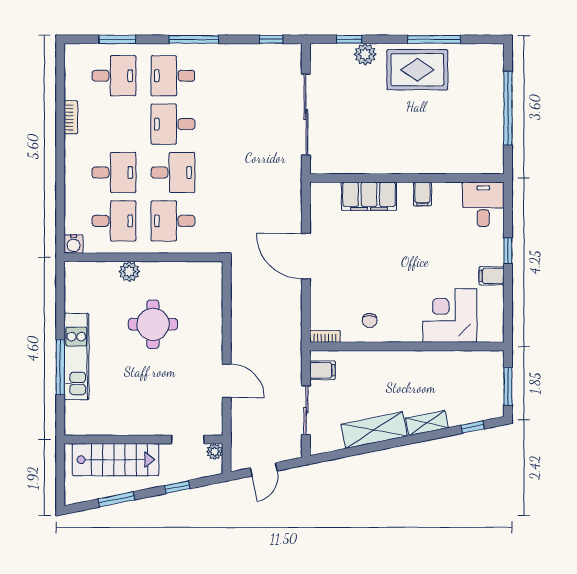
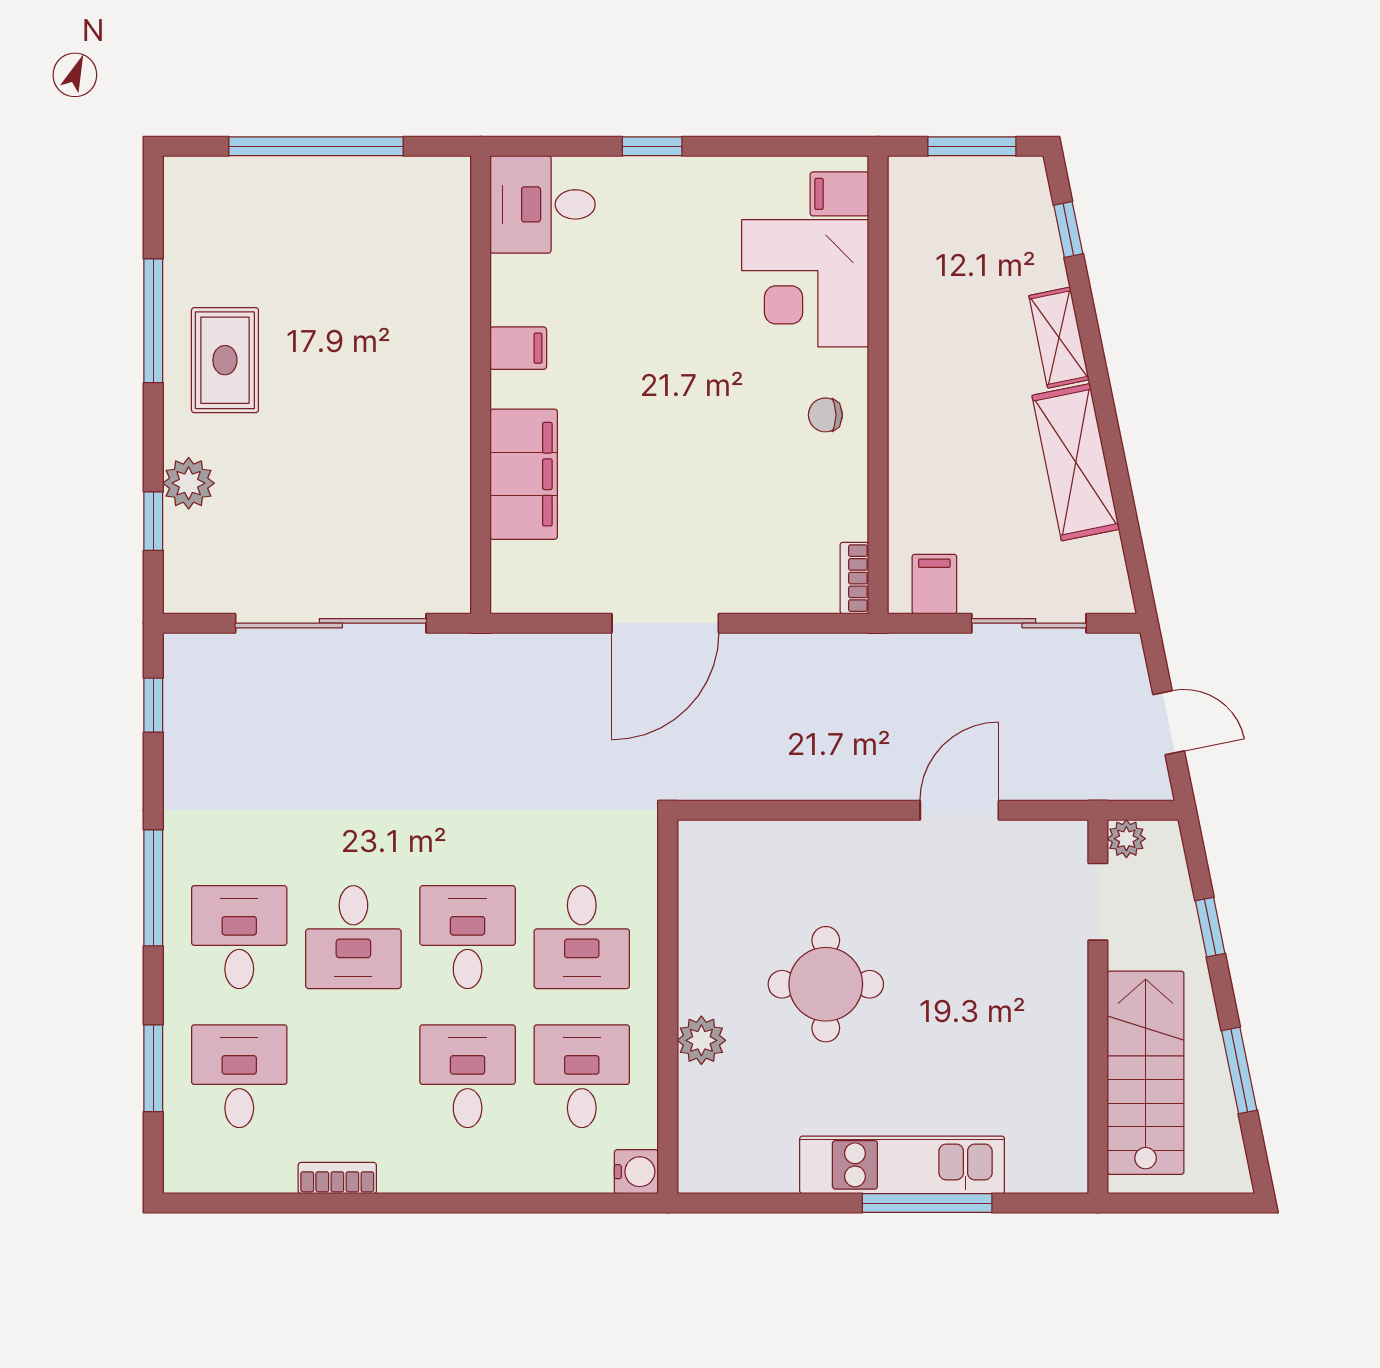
rug: (417, 70) -> (225, 360), width x0.73, depth x0.70
desk: (173, 76) -> (239, 937), turned 180
filing cabinet: (492, 276) -> (839, 194), moved, turned 90
chair: (370, 321) -> (825, 415), moved, turned 180

